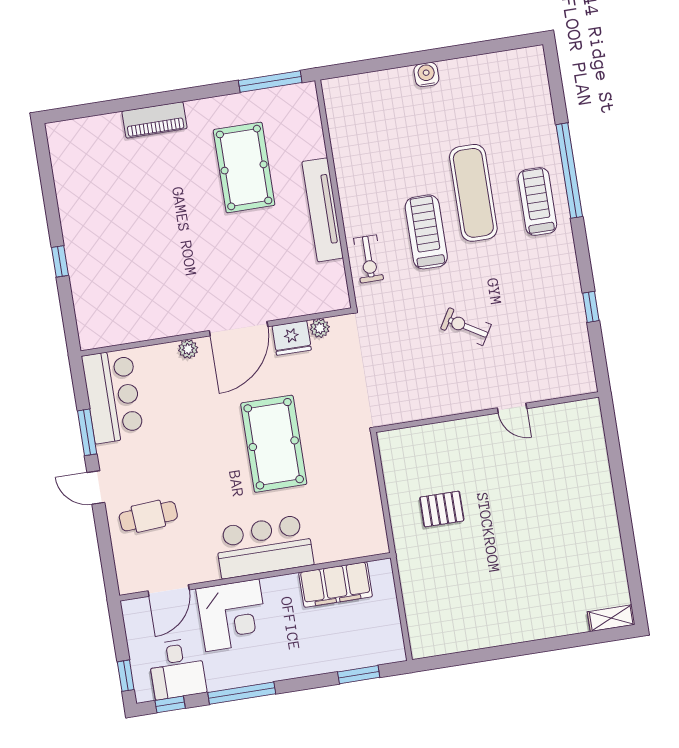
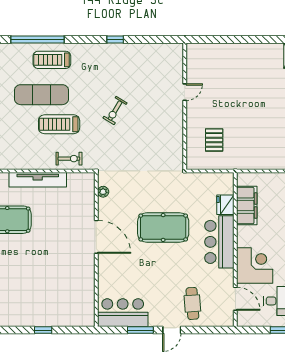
fridge: (292, 338) -> (225, 205), moved, turned 180
plant: (188, 349) -> (103, 267), removed
door: (512, 408) -> (185, 92), moved
wall: (487, 412) -> (185, 106), moved

